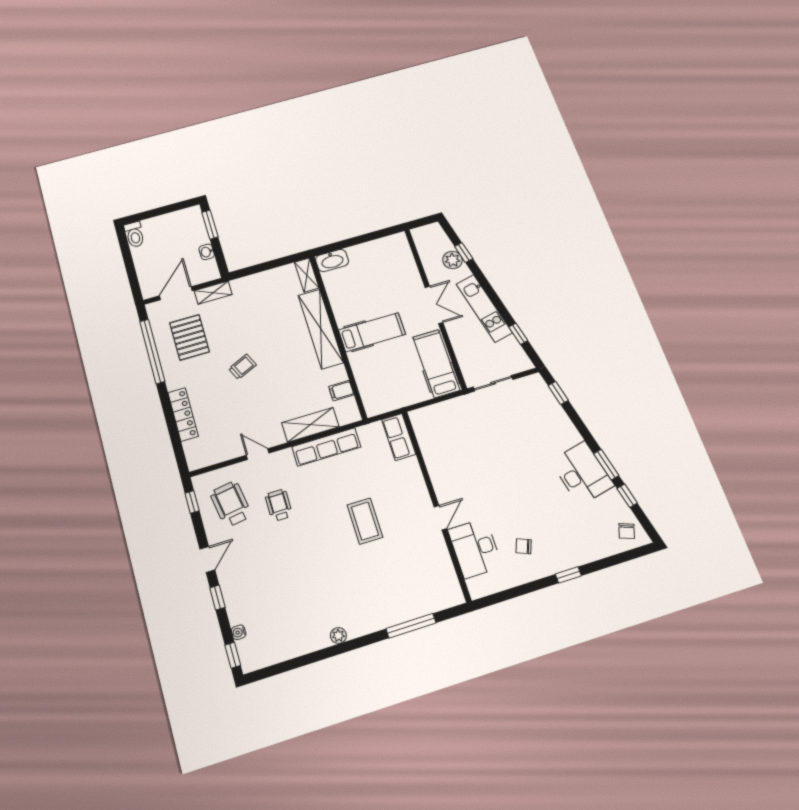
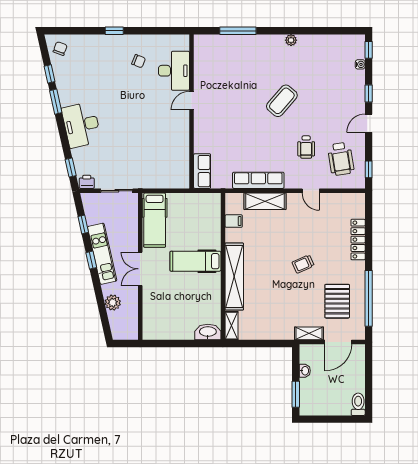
window: (464, 253) -> (91, 260), moved
printer: (533, 383) -> (87, 182), added
desk: (582, 473) -> (81, 125), moved
coffee table: (365, 521) -> (282, 101), moved, turned 41

